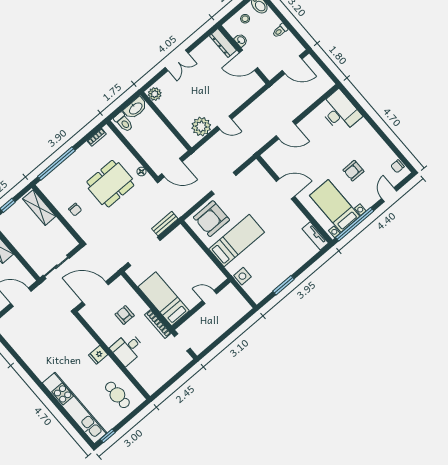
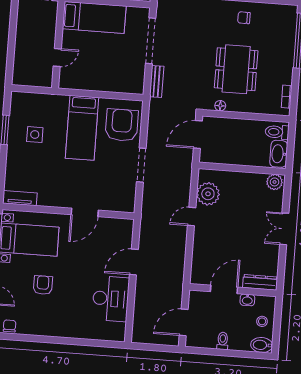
desk: (340, 112) -> (111, 299), moved, turned -90
side table: (242, 276) -> (35, 135), moved

